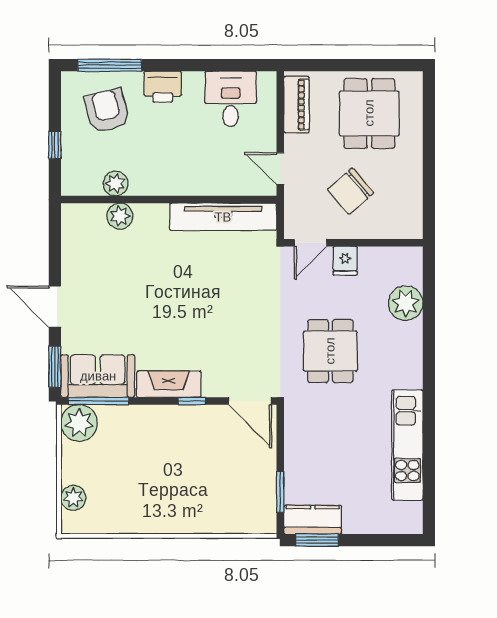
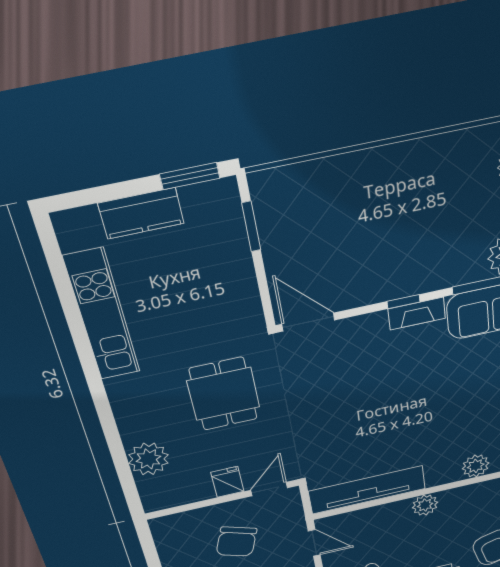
plant: (115, 184) -> (425, 505), moved
chair: (351, 191) -> (236, 542), turned 151
fireplace: (169, 384) -> (417, 314), width x0.73, depth x0.76
window: (192, 401) -> (403, 302), moved
kitchen counter: (313, 520) -> (141, 213), moved

